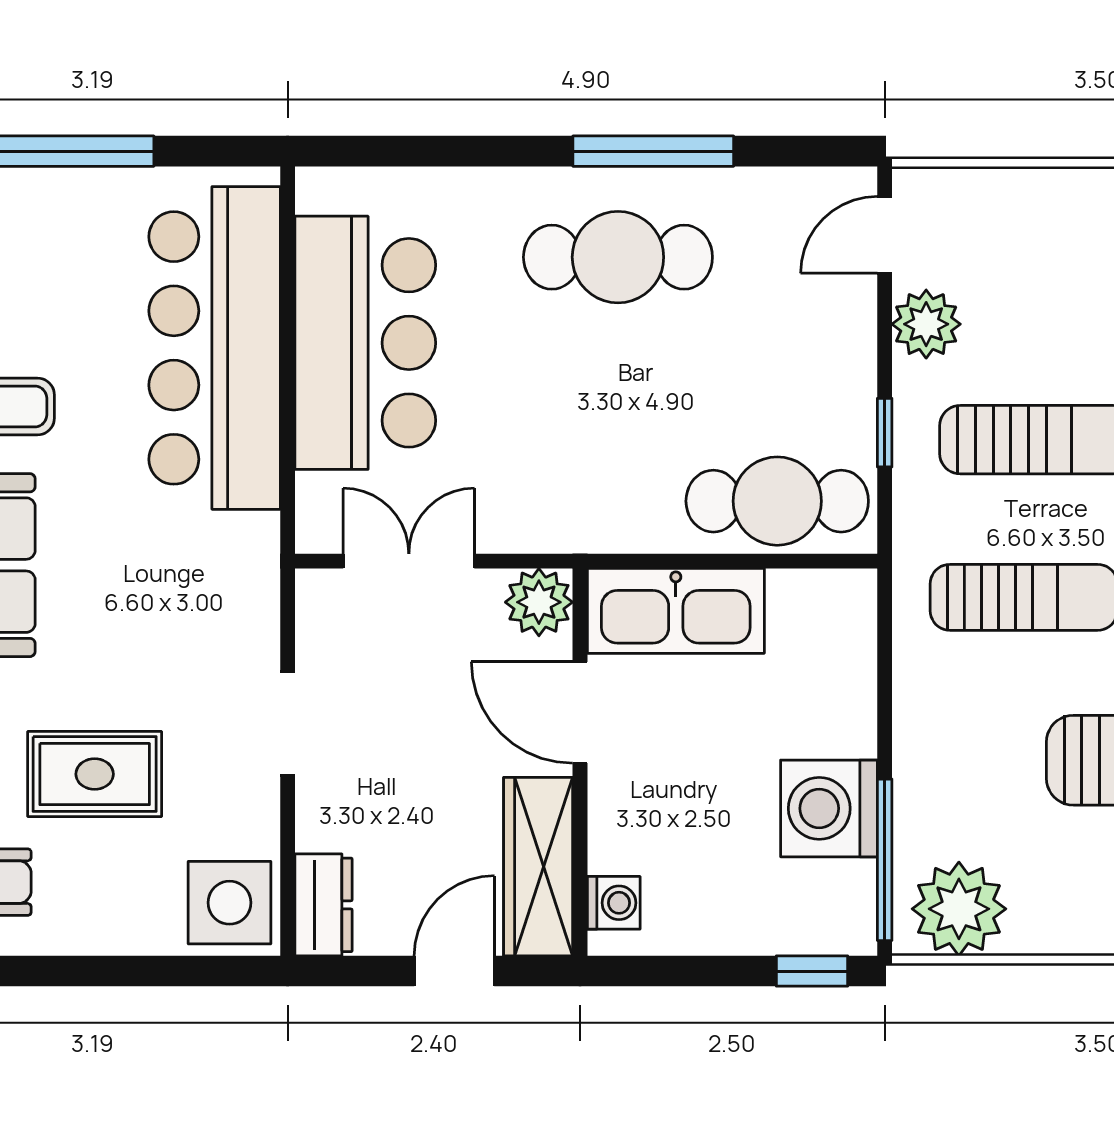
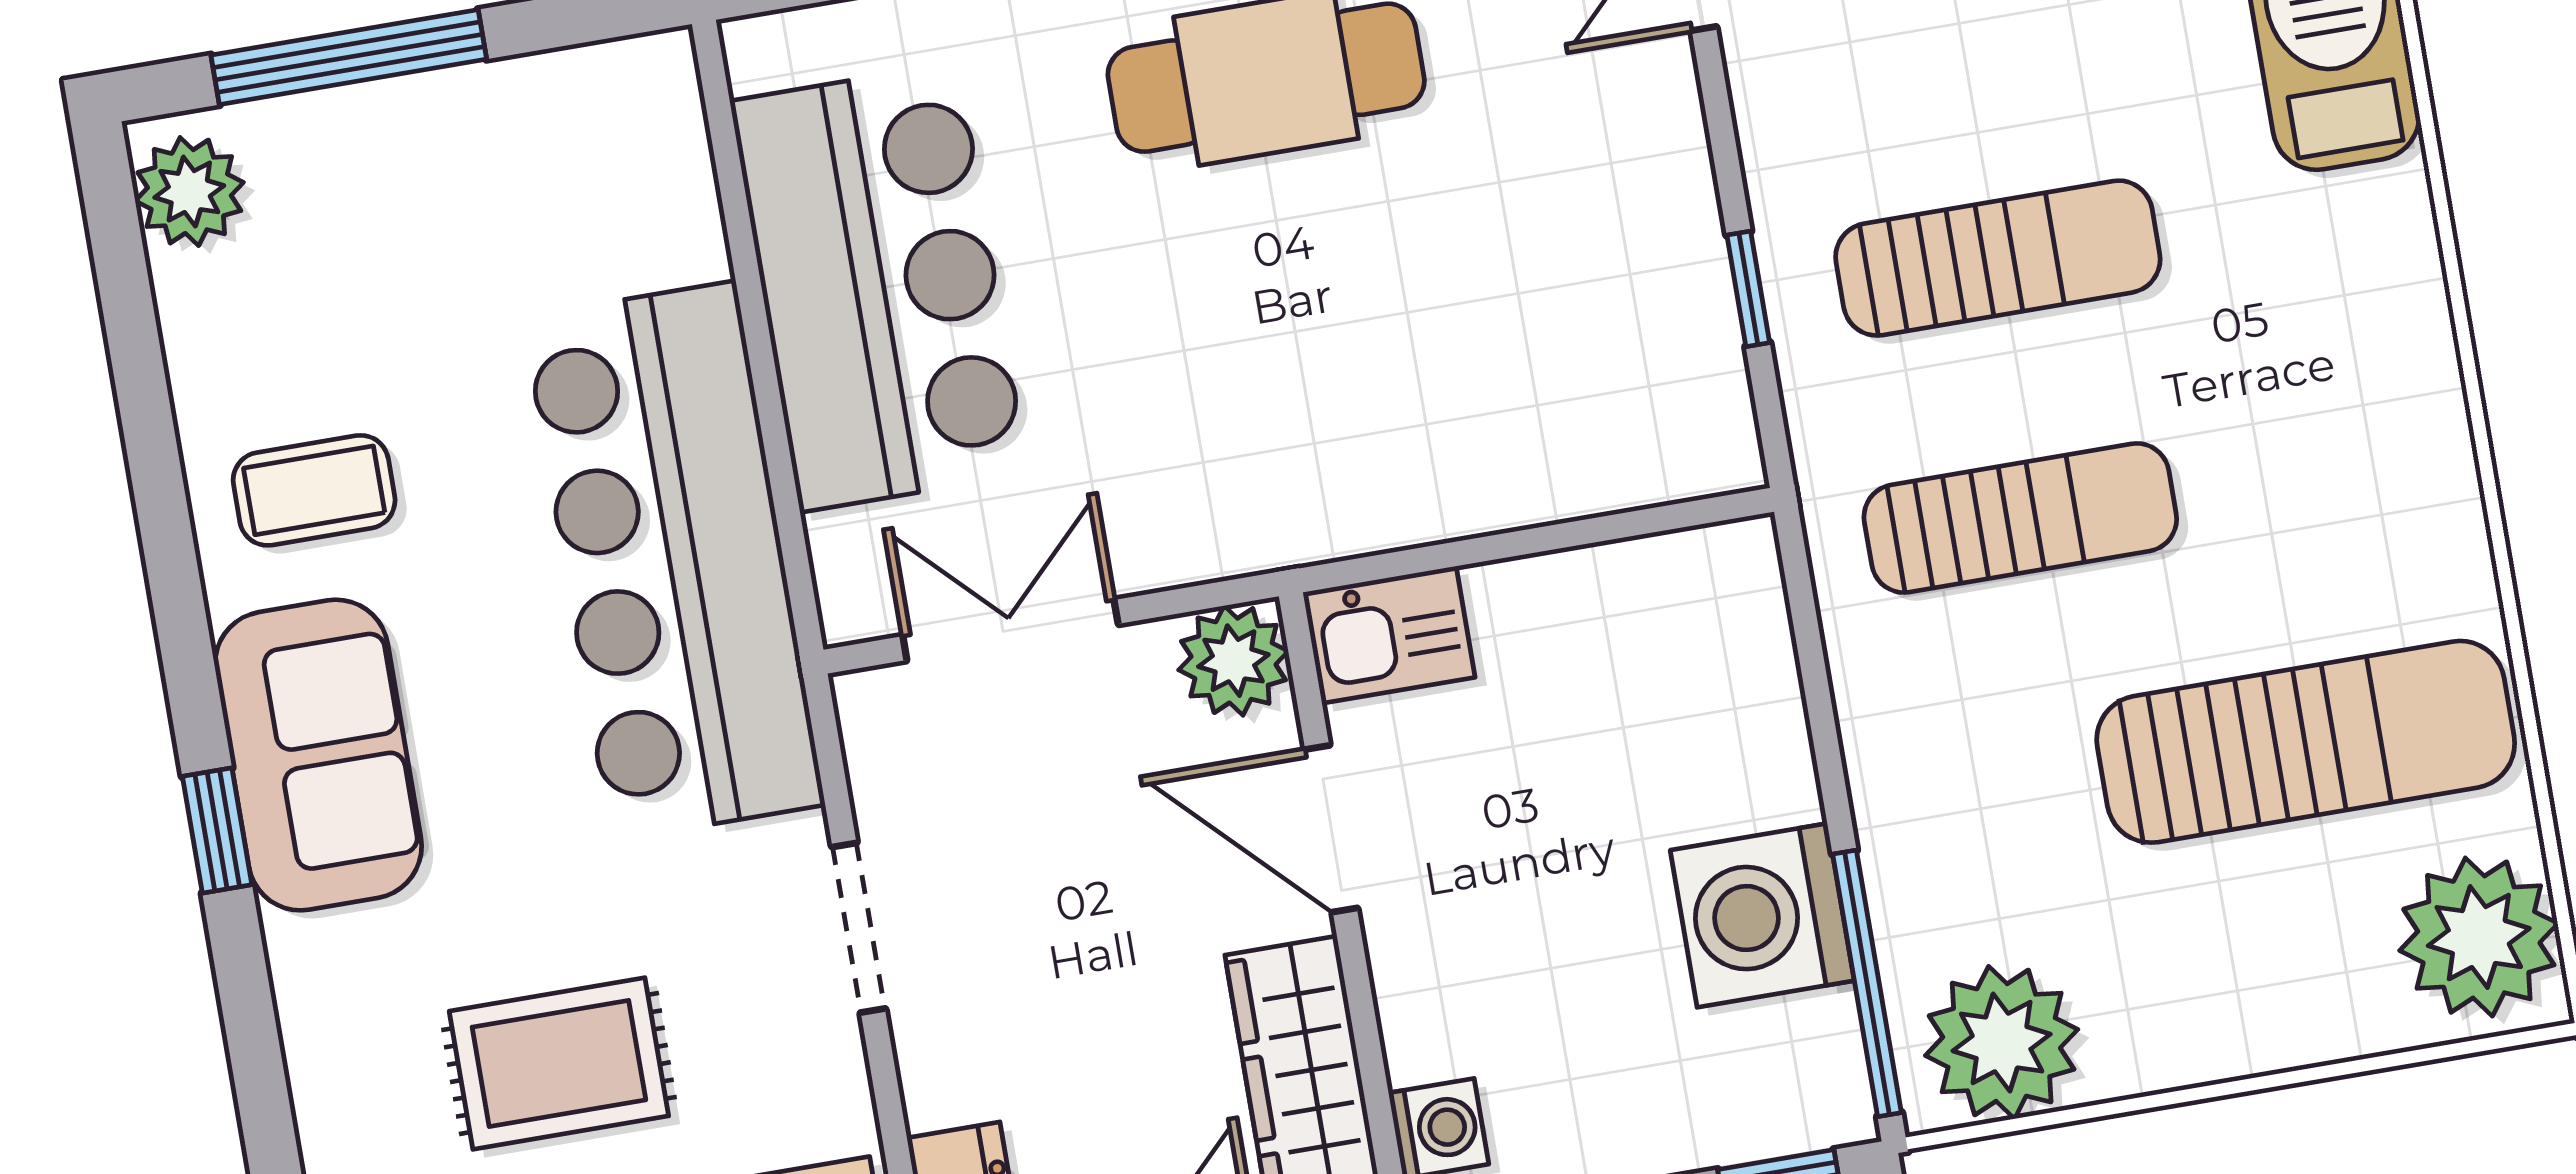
plant: (926, 324) -> (1786, 101), removed
bar counter: (215, 348) -> (674, 561), moved
cafe table: (777, 501) -> (1593, 430), removed
kitchen sink: (676, 611) -> (1389, 635), width x0.53, depth x0.81

